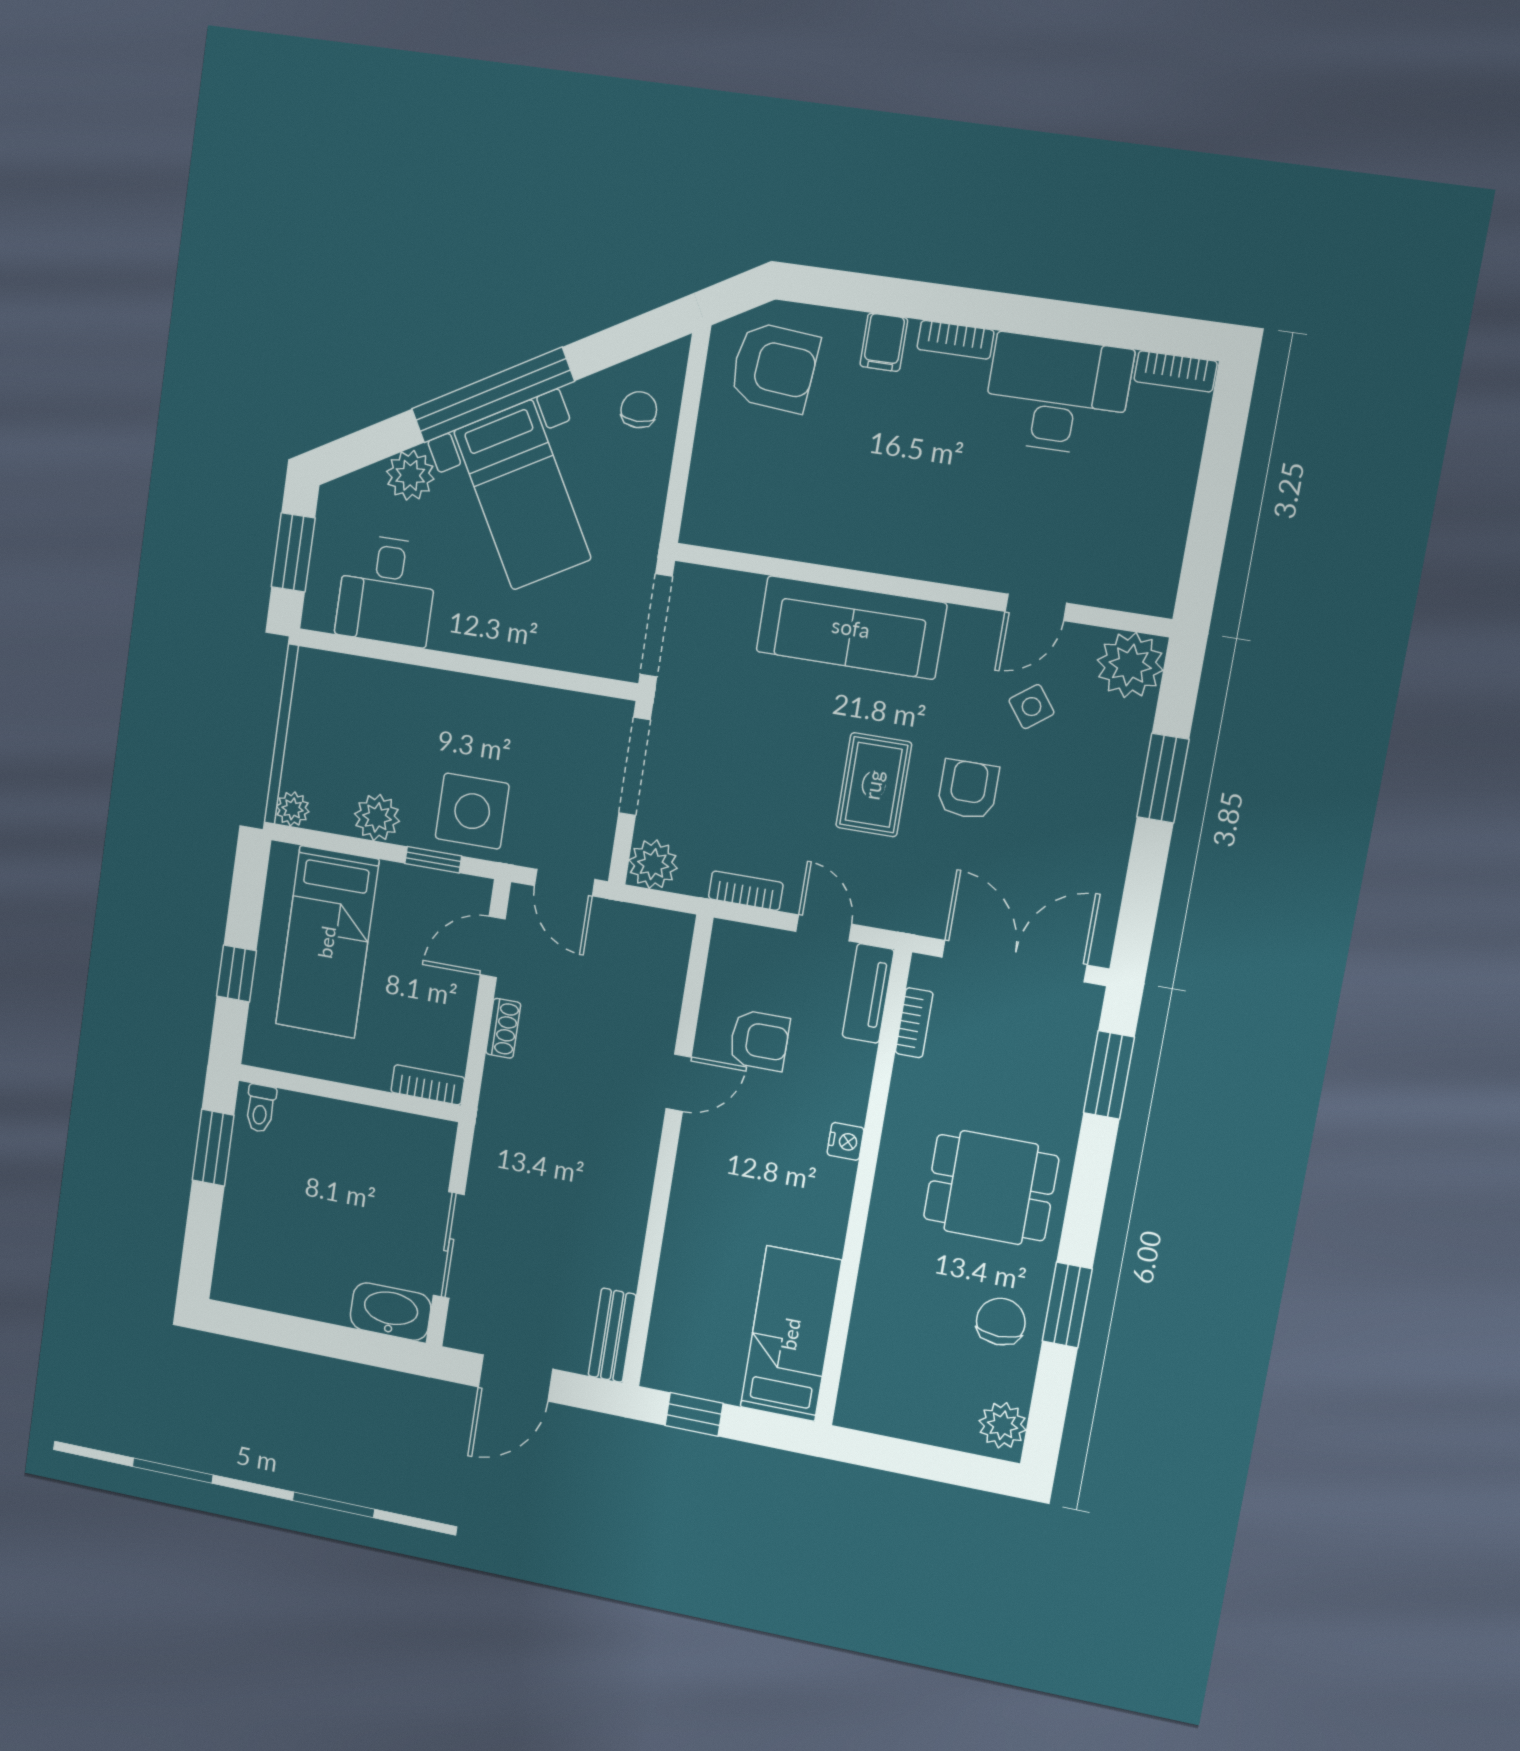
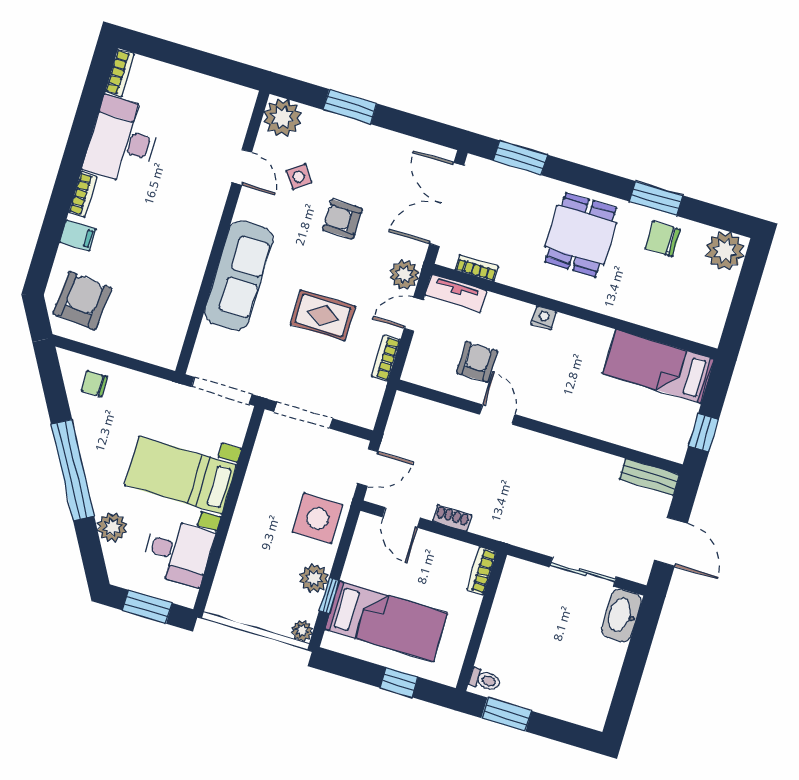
bed with nightstands: (522, 495) -> (180, 475), moved, turned -150
rug: (874, 785) -> (323, 315), moved
window: (433, 860) -> (329, 596), moved
plant: (653, 864) -> (404, 275), moved
plant: (1003, 1425) -> (725, 251), width x1.36, depth x1.36

